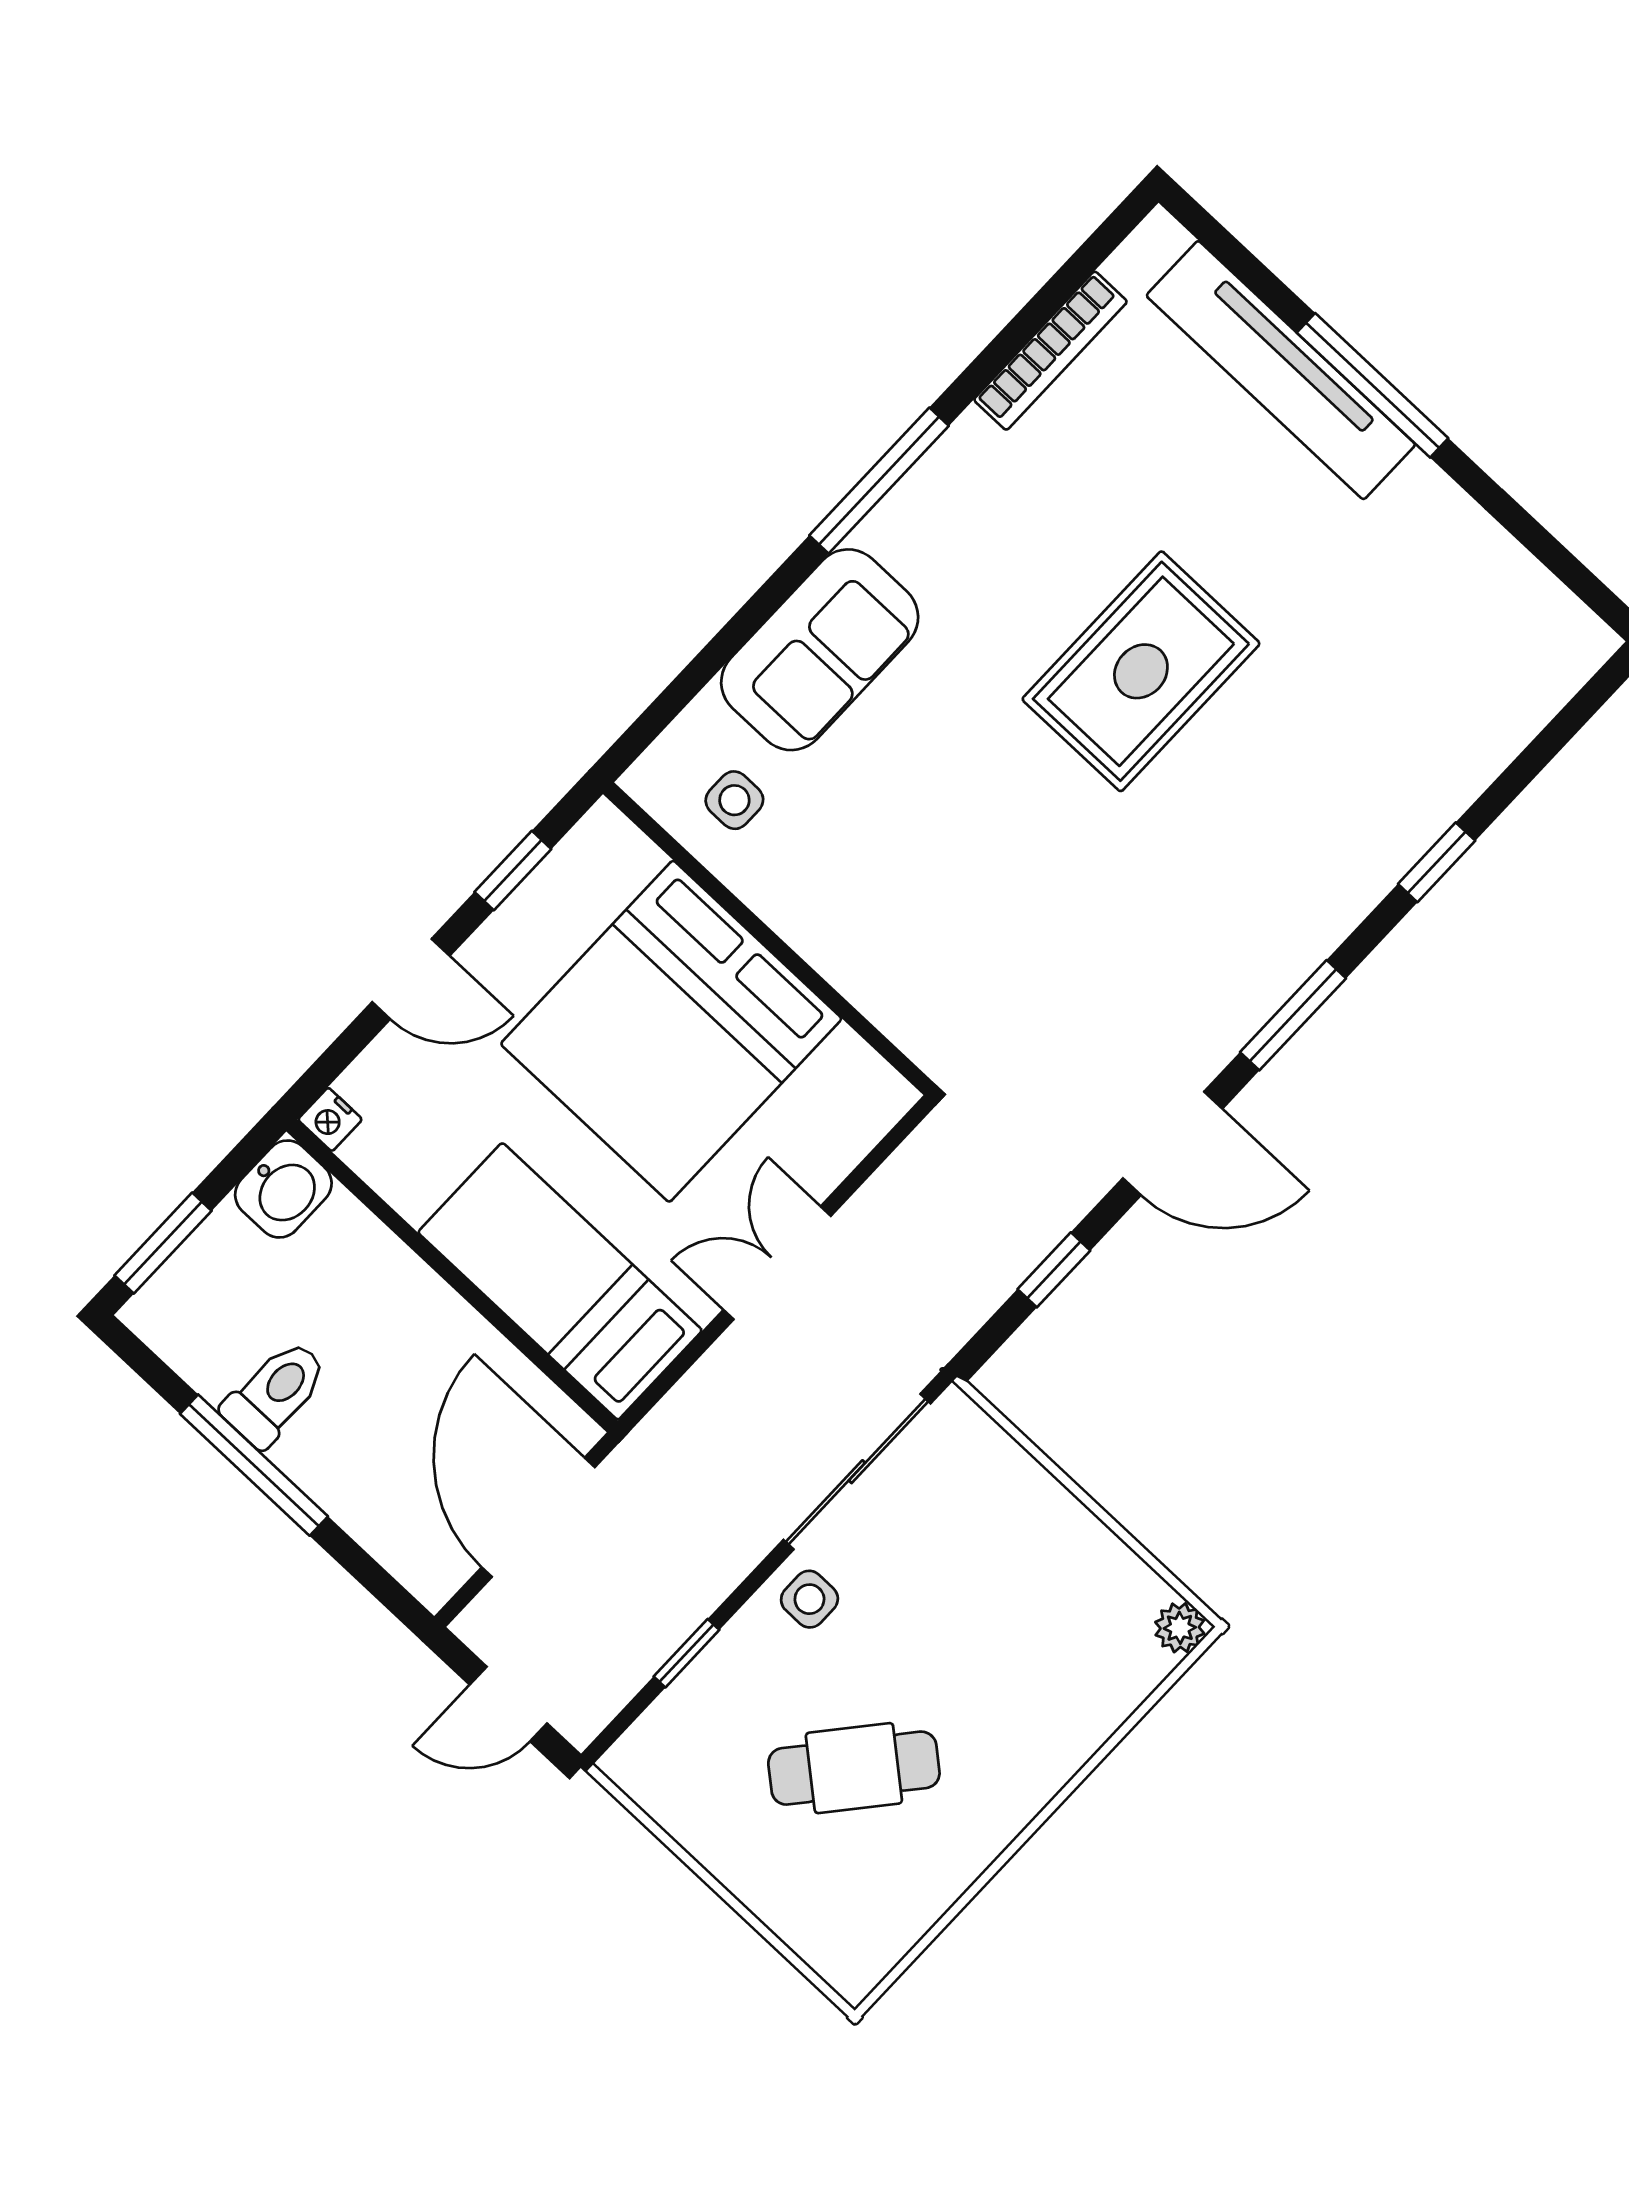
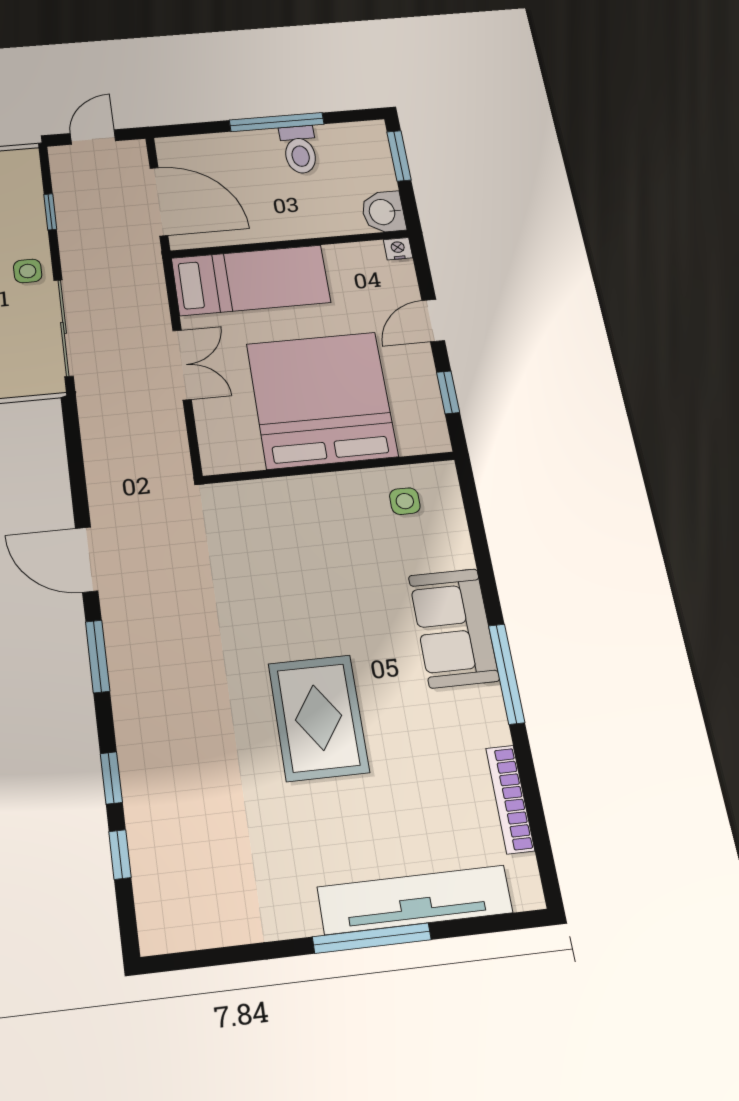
sofa: (820, 650) -> (454, 628), moved
door: (1173, 1143) -> (87, 560), hinge flipped
window: (1054, 1270) -> (120, 854), moved

